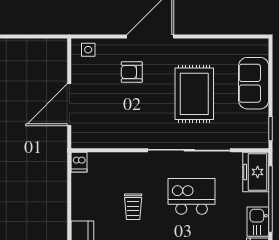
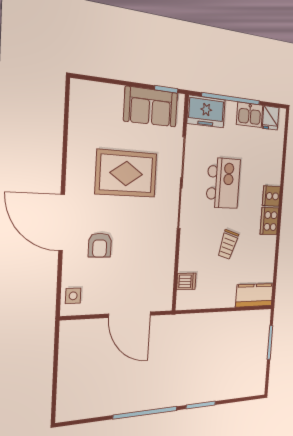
sofa: (254, 83) -> (151, 107), moved
dishwasher: (79, 162) -> (186, 281), moved
kitchen island: (192, 196) -> (223, 183), turned 180
trolley: (133, 207) -> (228, 245), turned 107

